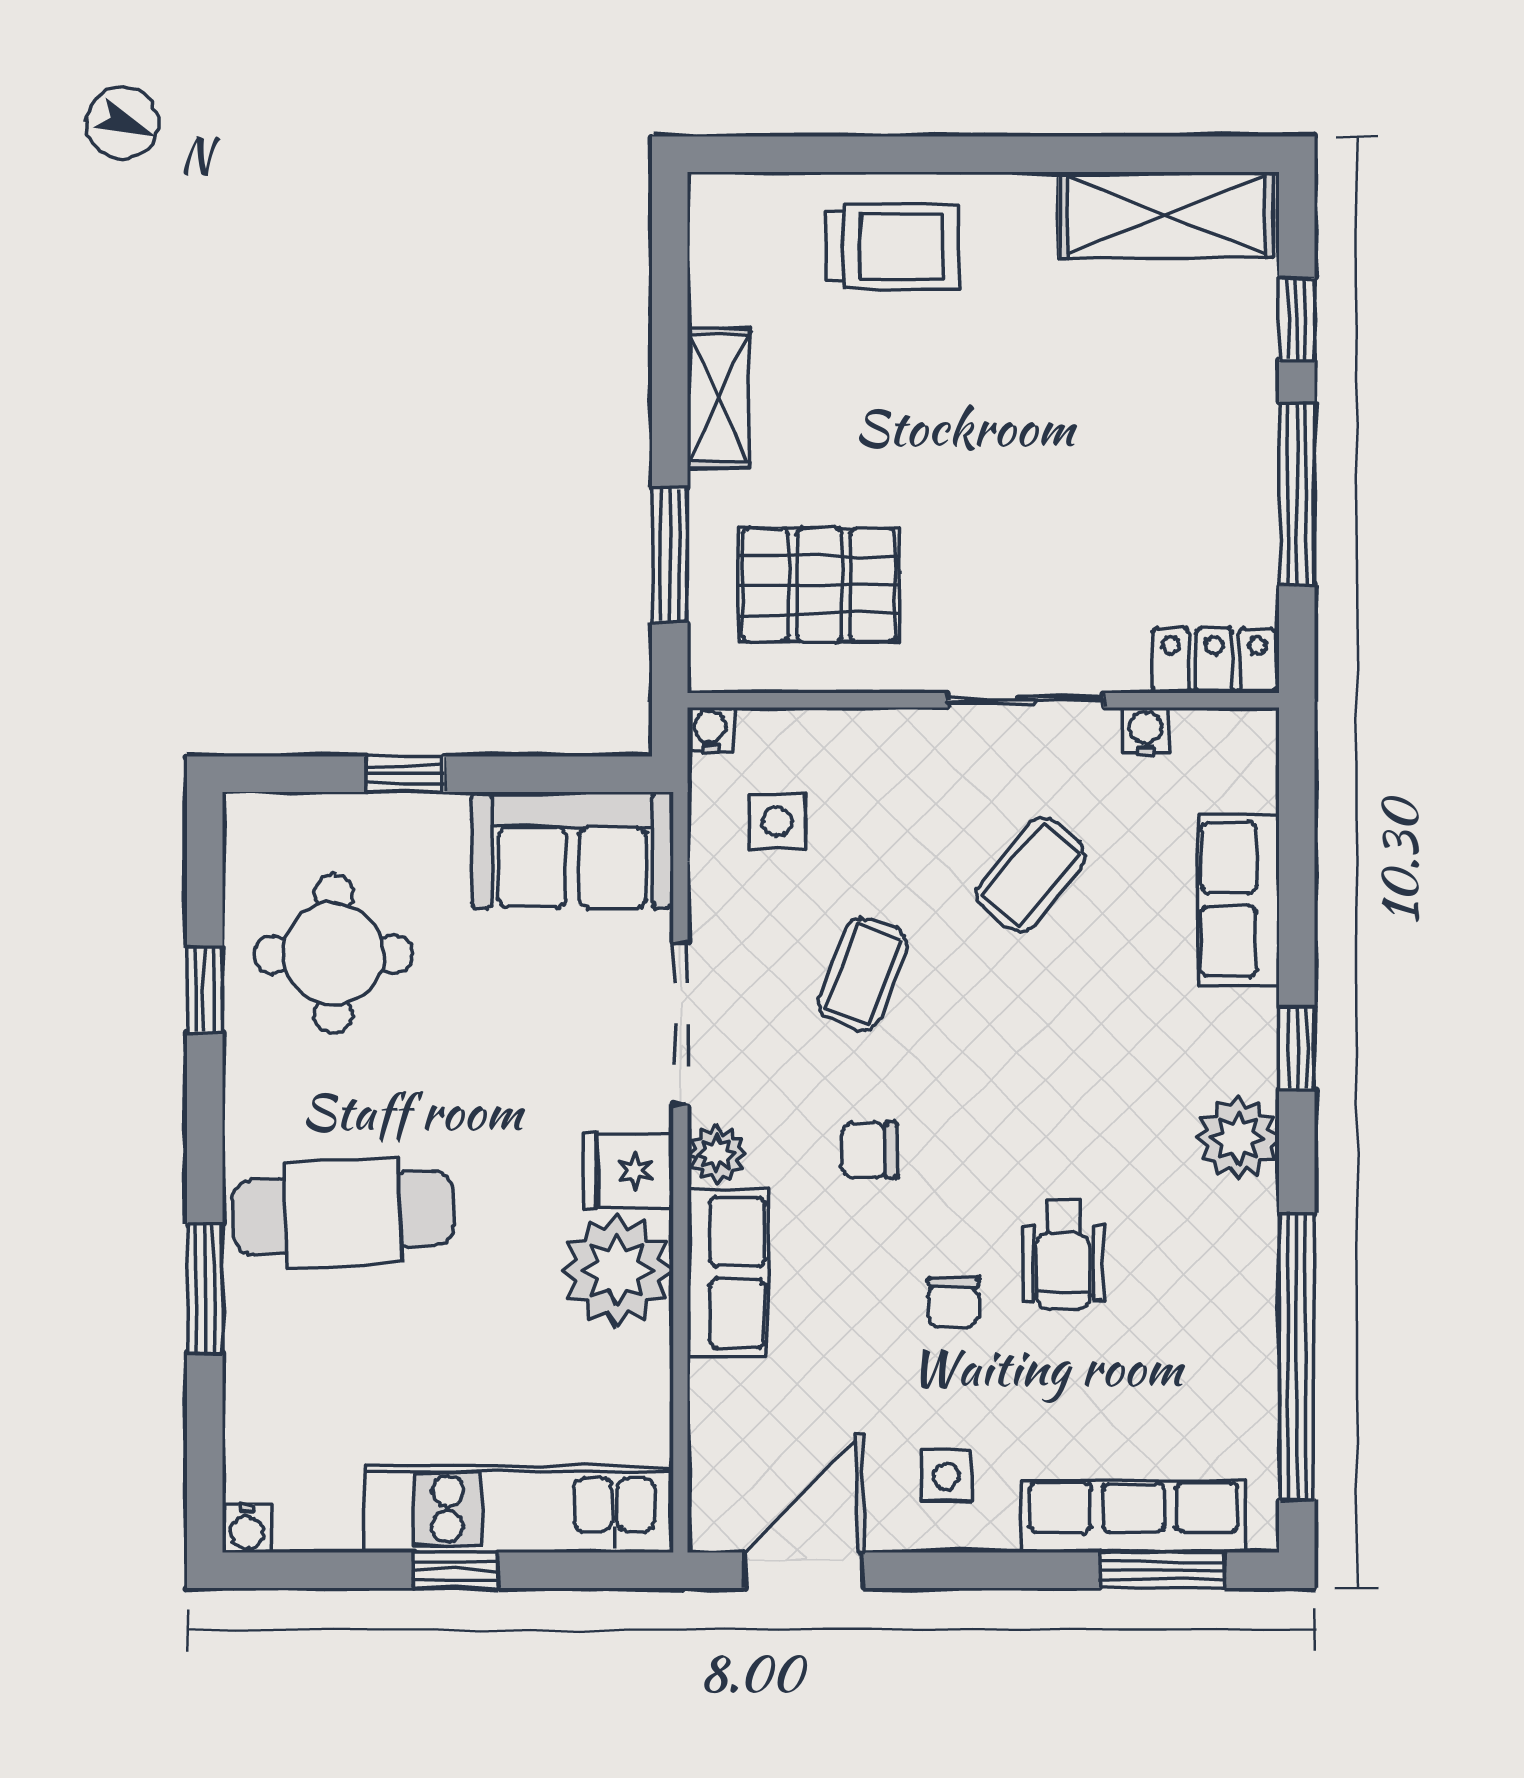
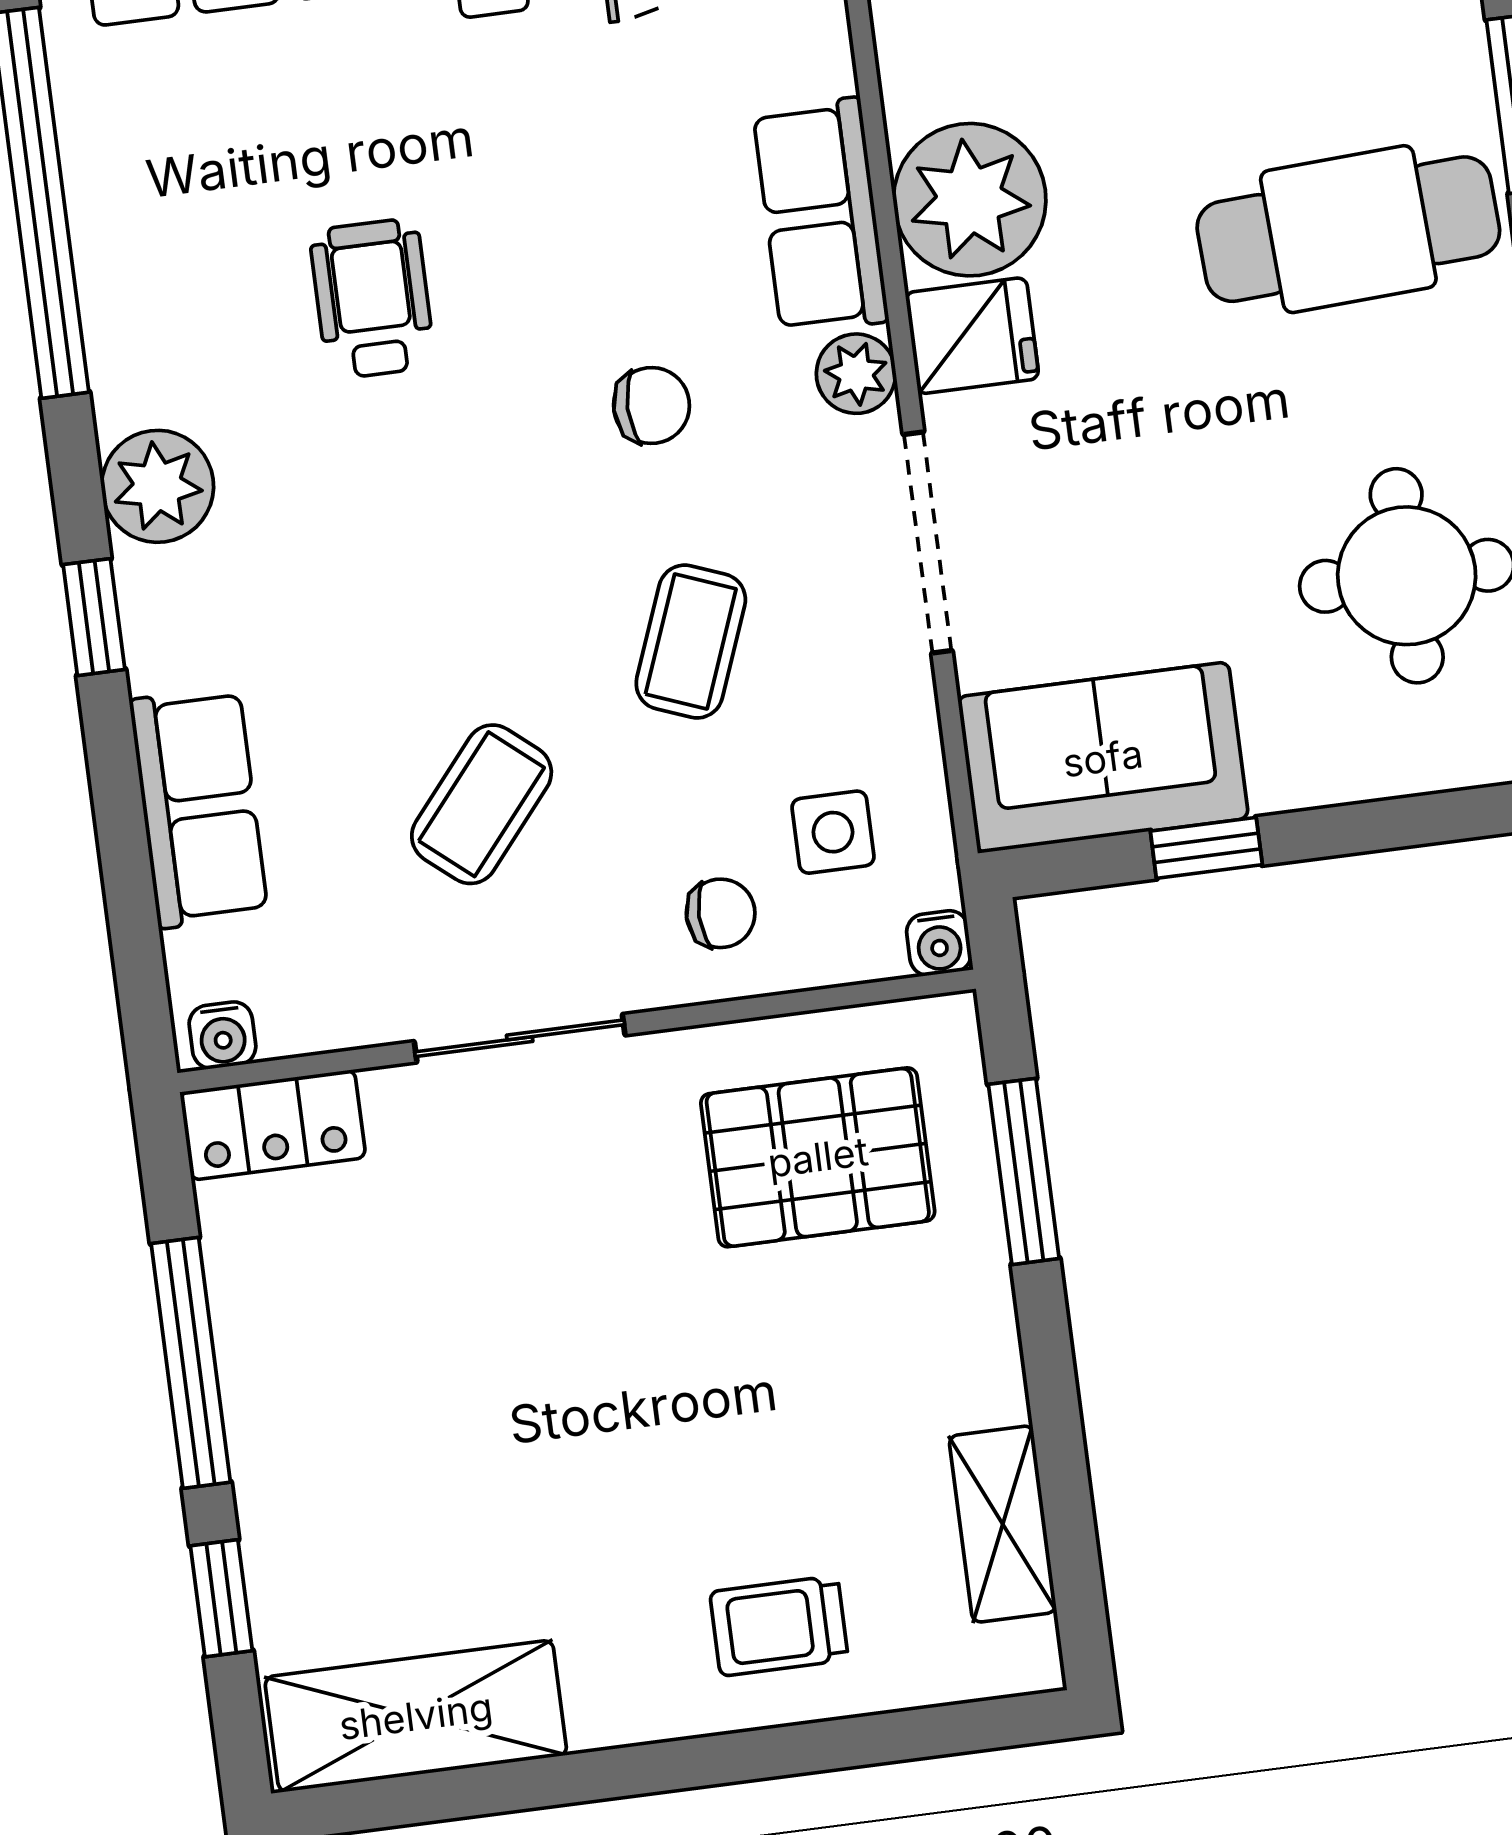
trolley: (892, 246) -> (779, 1626), width x0.73, depth x0.72
shelving: (719, 398) -> (1003, 1524), moved
water cooler: (1146, 731) -> (222, 1035), moved
window: (405, 774) -> (1206, 848), moved
chair: (953, 1302) -> (721, 913), moved, turned 89

